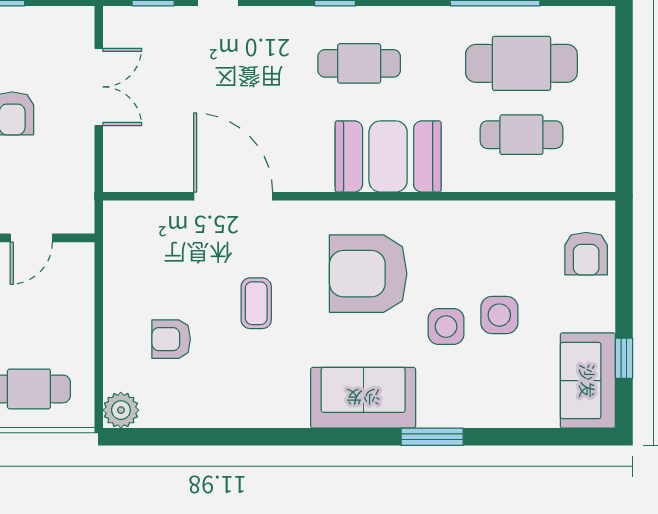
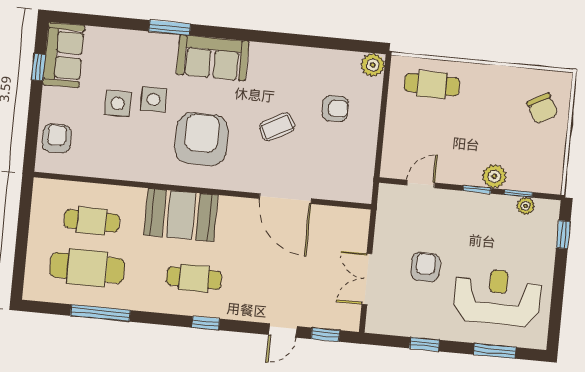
armchair: (368, 274) -> (201, 139), turned -90
coffee table: (256, 303) -> (277, 127), turned 61

